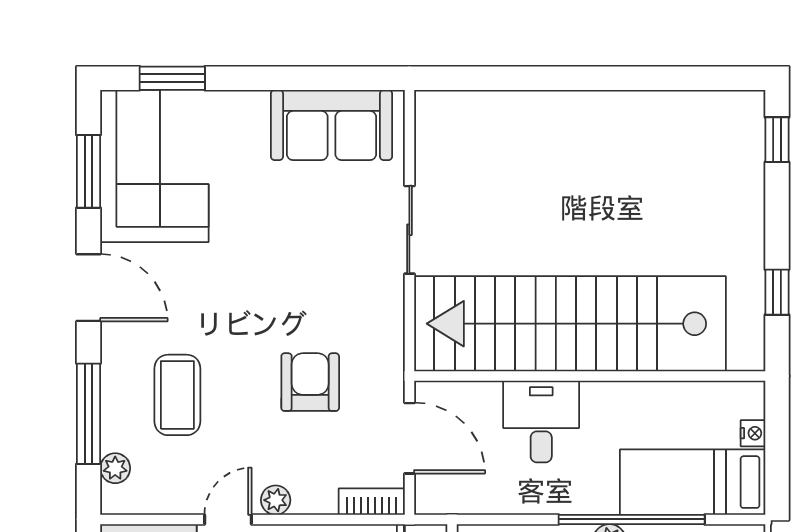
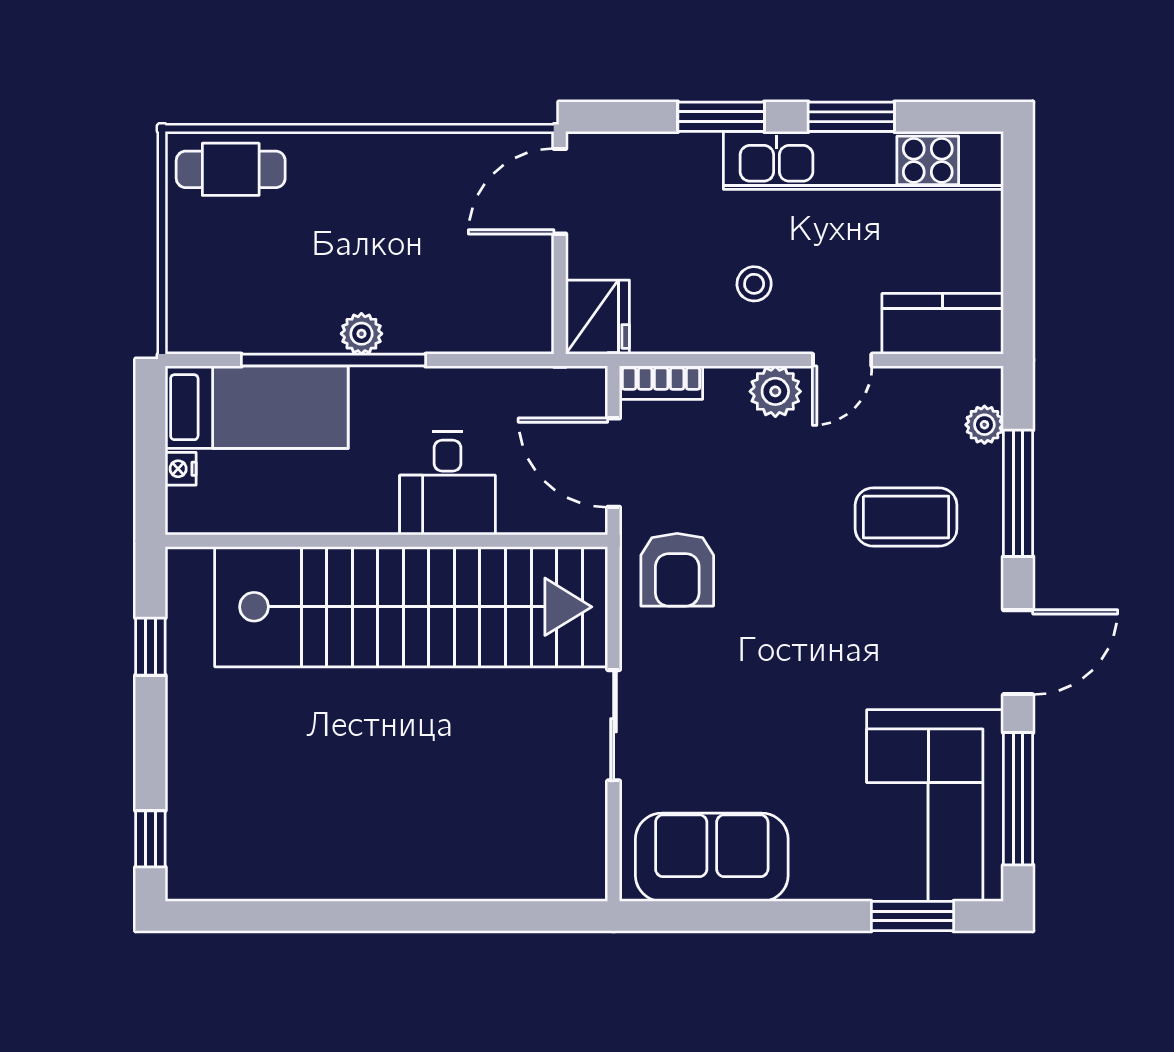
window: (89, 171) -> (1018, 799), width x1.44
door: (89, 288) -> (1018, 652), swing flipped
armchair: (310, 382) -> (677, 570), moved
coffee table: (177, 395) -> (906, 517), turned 90
plant: (276, 500) -> (775, 391), width x1.38, depth x1.38

